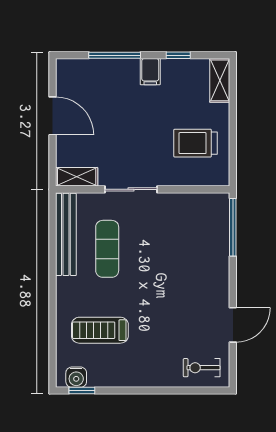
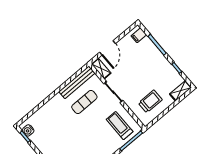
filing cabinet: (150, 72) -> (139, 35), moved
door: (53, 116) -> (108, 48), moved
trolley: (196, 143) -> (150, 101), turned 90
treadmill: (100, 330) -> (120, 126), moved

